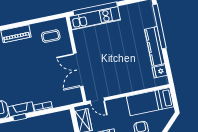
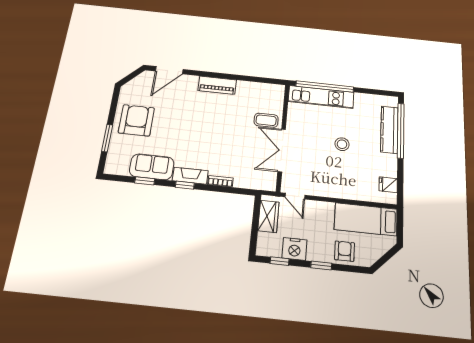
coffee table: (51, 36) -> (266, 120), moved
kitchen counter: (155, 46) -> (389, 130), moved
stool: (120, 51) -> (342, 144), added

